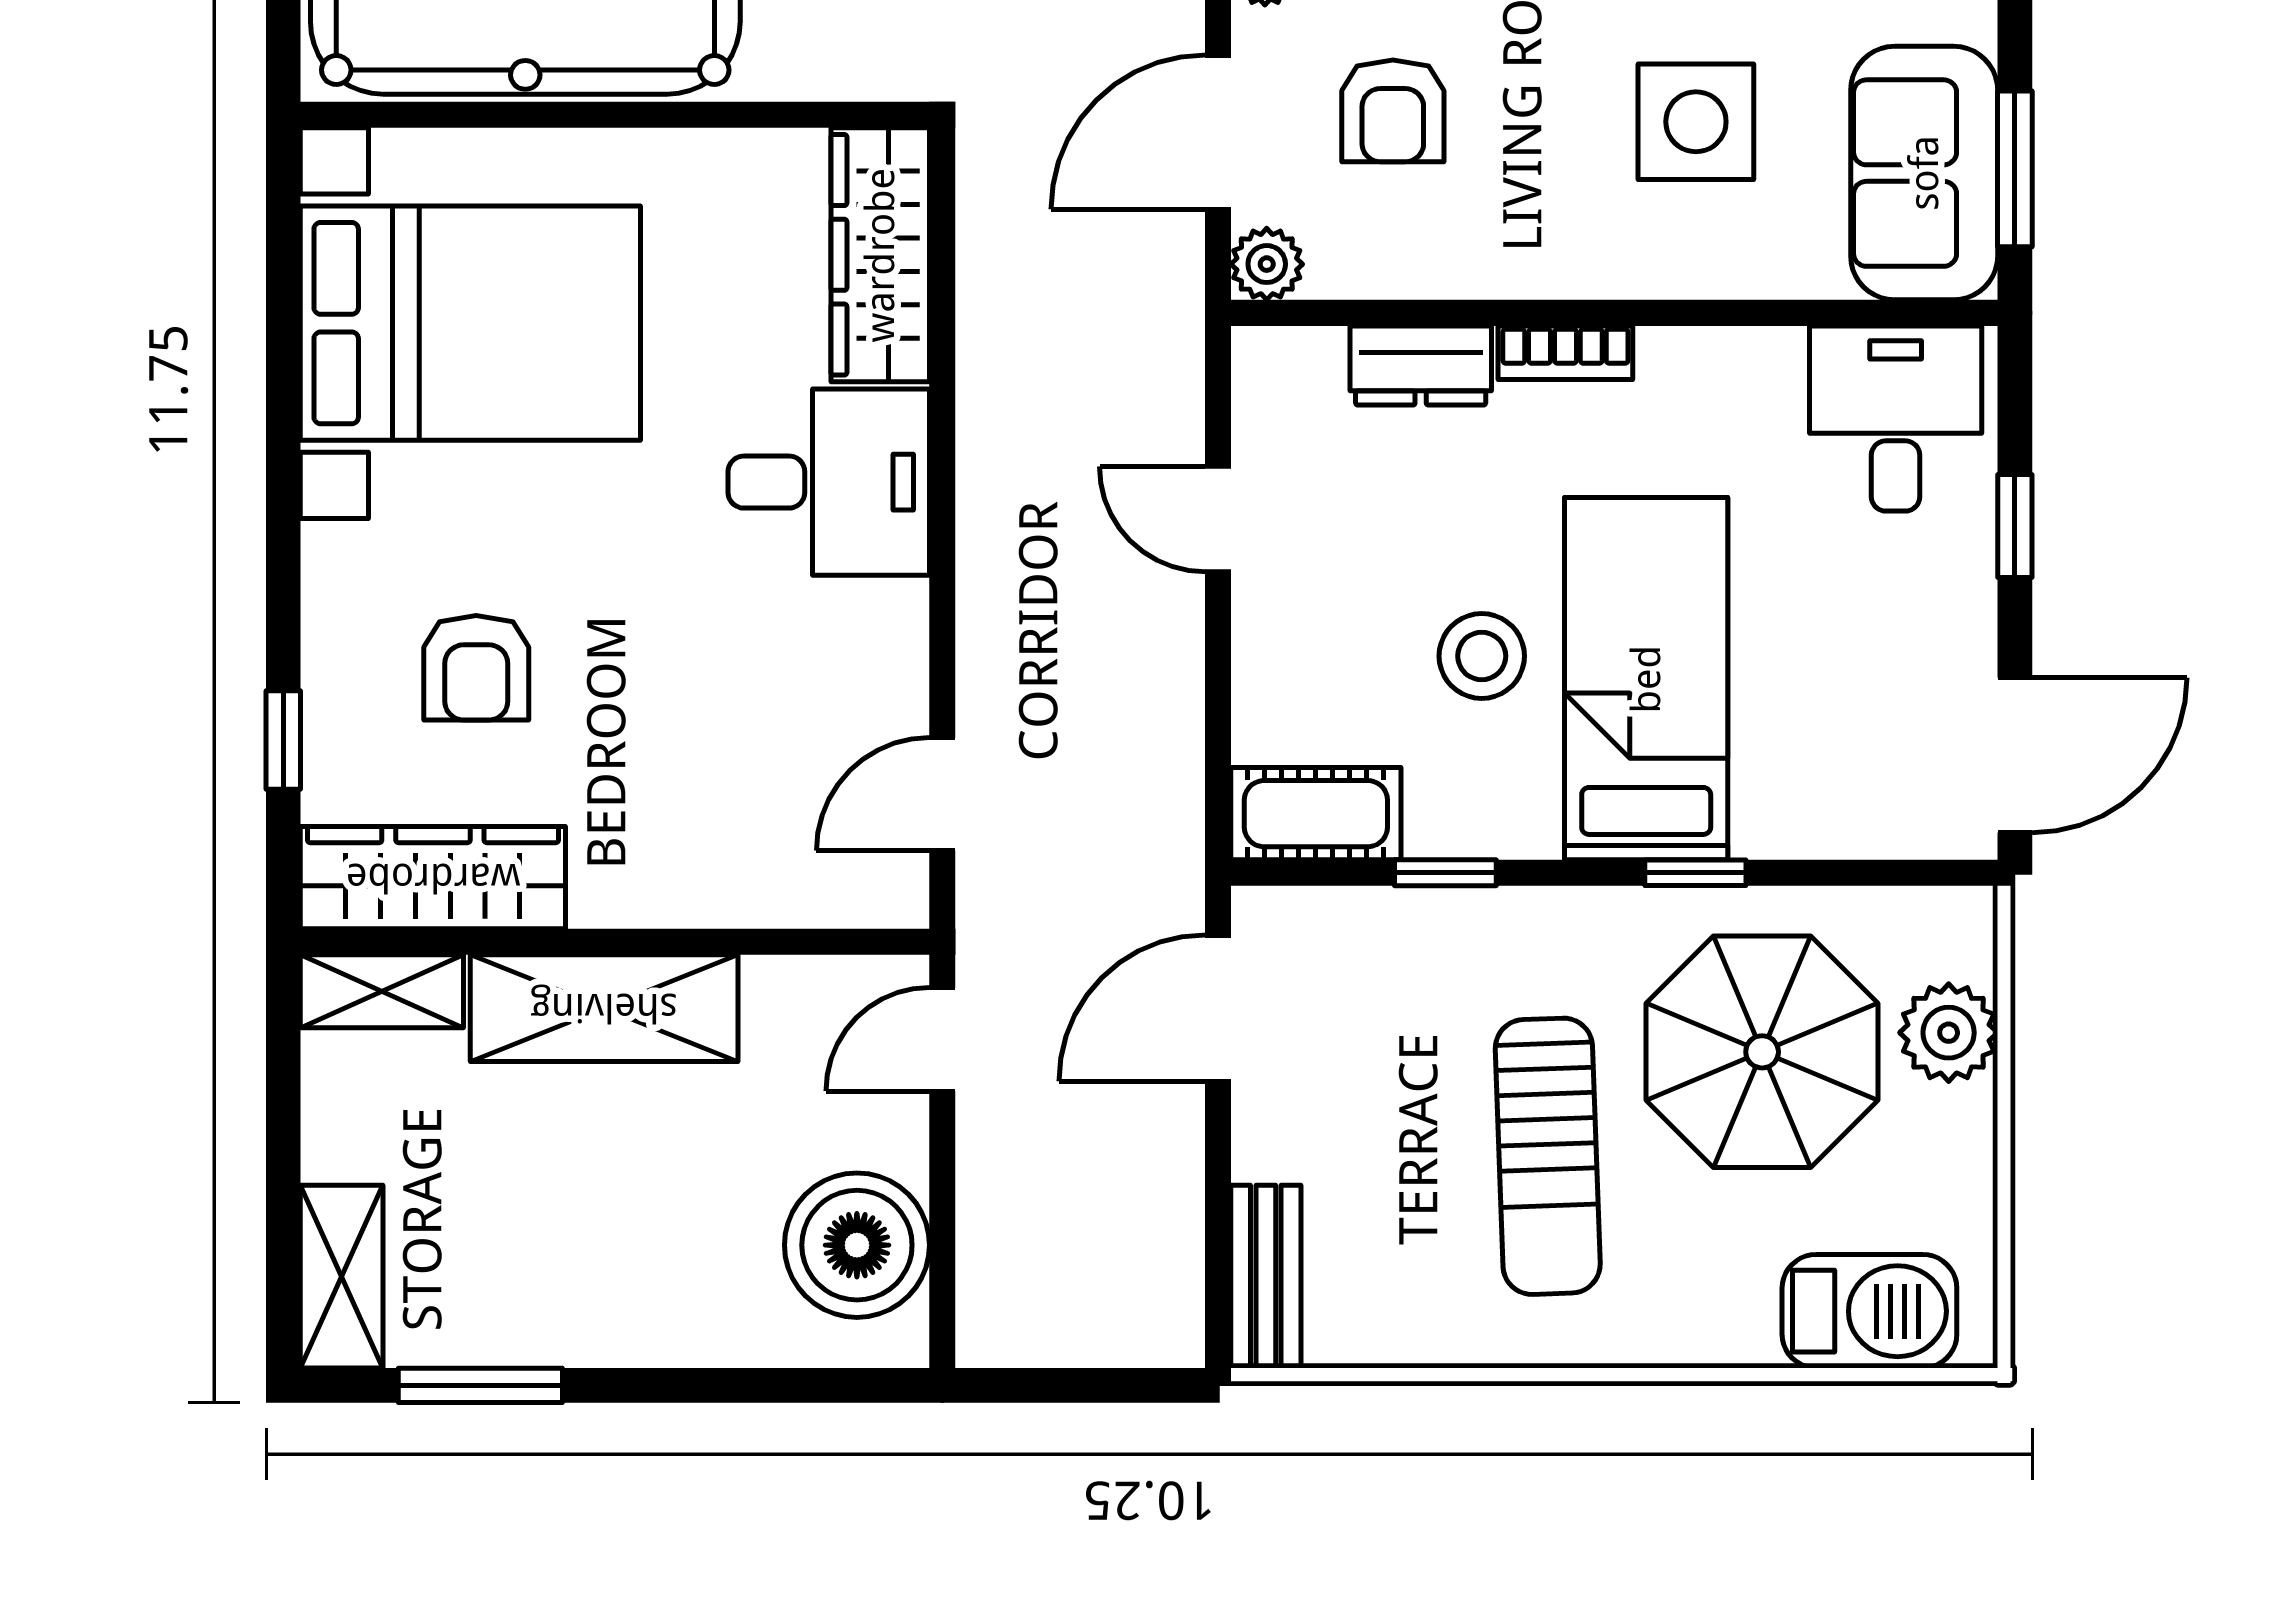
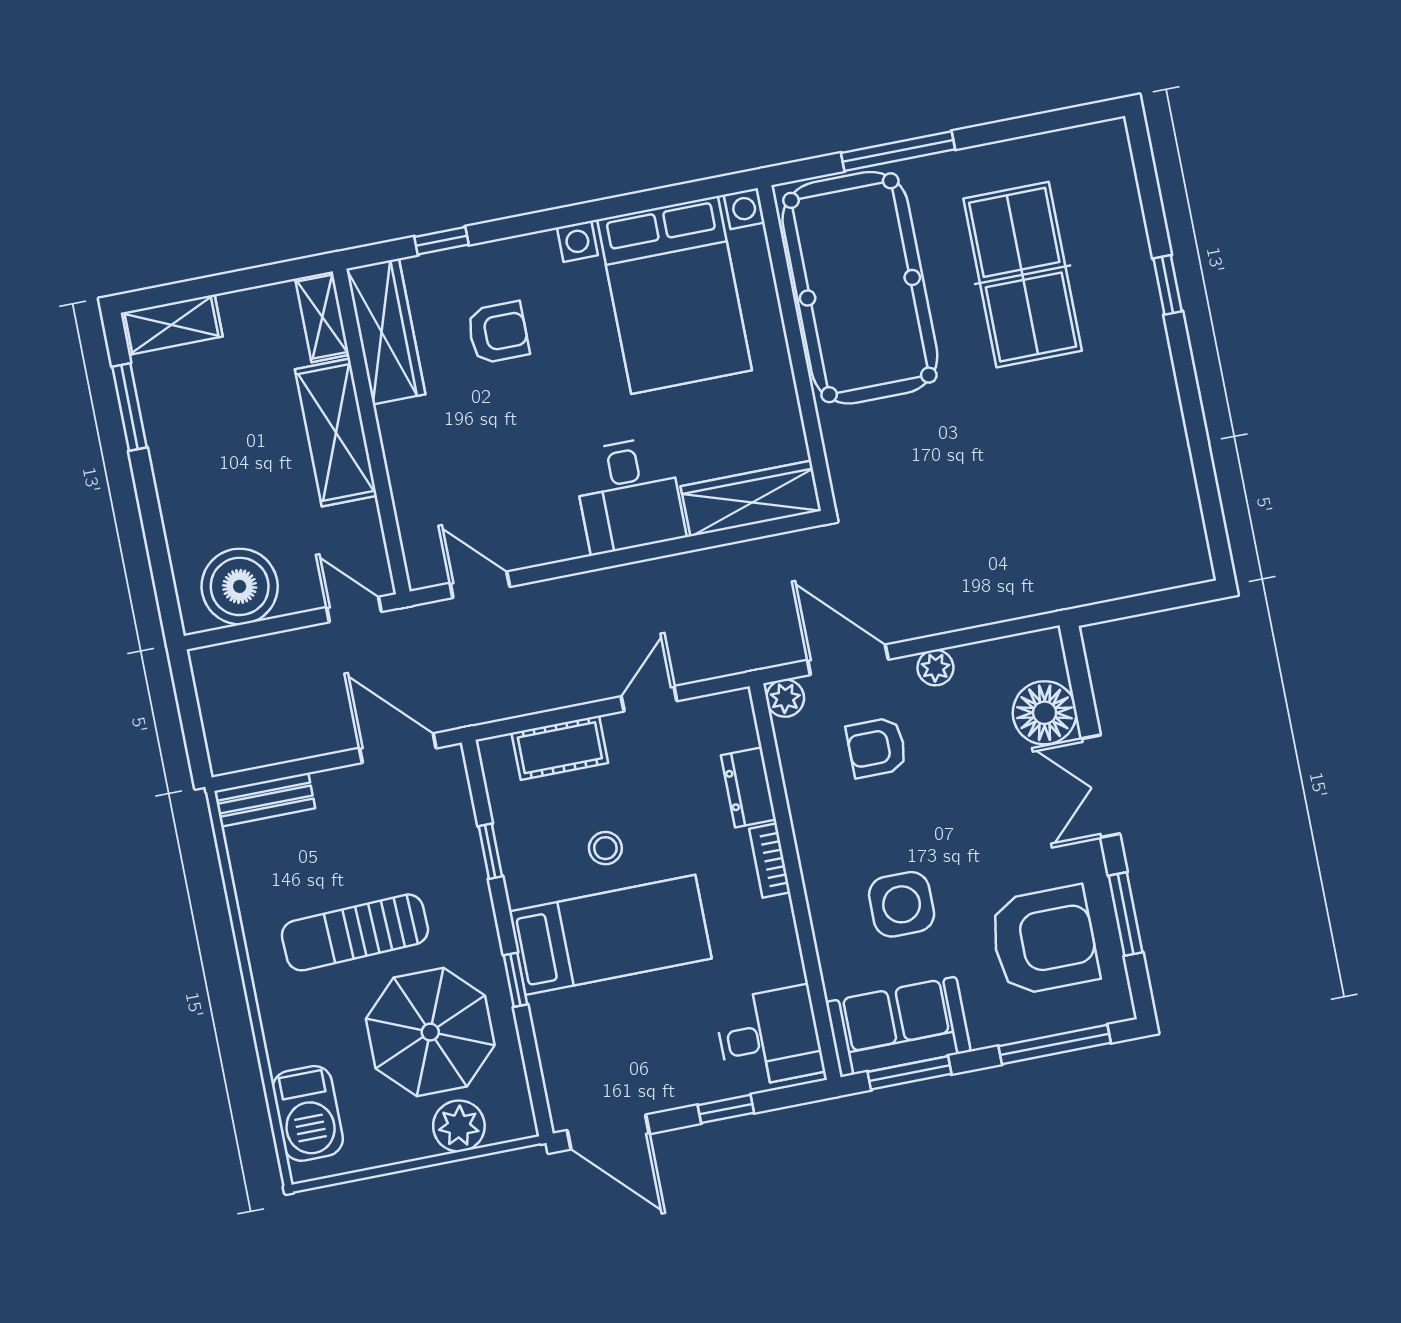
stool: (1482, 656) -> (605, 848), width x0.73, depth x0.73
armchair: (476, 668) -> (498, 333), turned 180
cot: (1316, 814) -> (560, 748), moved, turned 90

